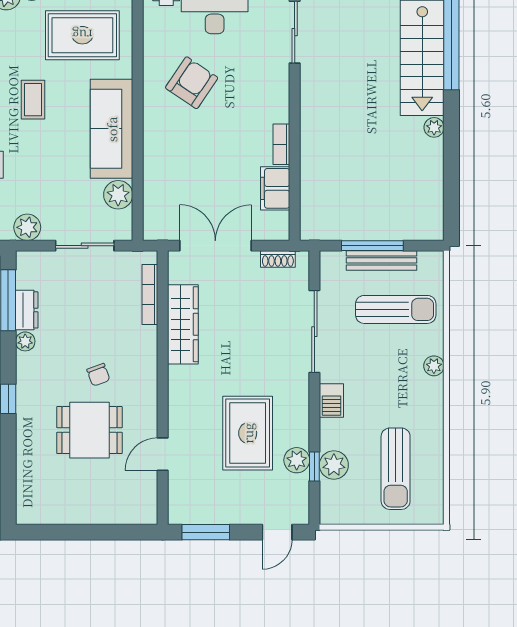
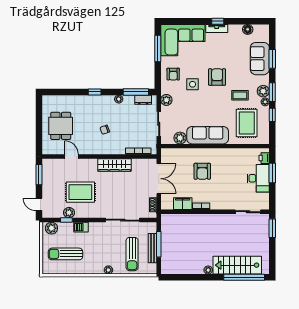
armchair: (192, 83) -> (202, 171), moved, turned 56
coffee table: (33, 100) -> (240, 95), moved
dresser: (27, 310) -> (143, 100), moved
wardrobe: (183, 324) -> (115, 165), moved
barbecue: (331, 401) -> (81, 227), moved
dining table: (89, 430) -> (61, 126), moved
plant: (334, 465) -> (51, 228), moved

